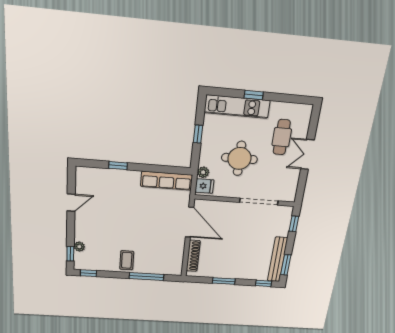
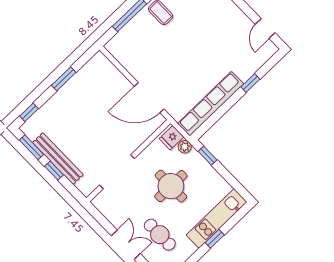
window: (198, 134) -> (208, 156), moved
row of seats: (167, 181) -> (211, 104), width x1.36
door: (71, 203) -> (265, 29), moved
window: (294, 224) -> (54, 171), moved
shoe rack: (193, 256) -> (114, 73), removed
bench: (278, 259) -> (58, 159), moved

